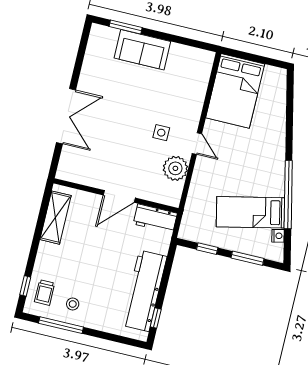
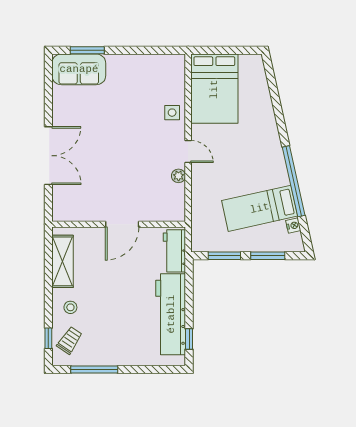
sofa: (142, 50) -> (79, 69), moved
side table: (161, 133) -> (172, 113), moved
plant: (175, 168) -> (179, 176), width x0.53, depth x0.53
workbench: (155, 219) -> (174, 251), moved, turned 90
window: (207, 249) -> (224, 256), width x1.50
trolley: (45, 292) -> (70, 340), turned -146
stool: (73, 304) -> (70, 307), moved

